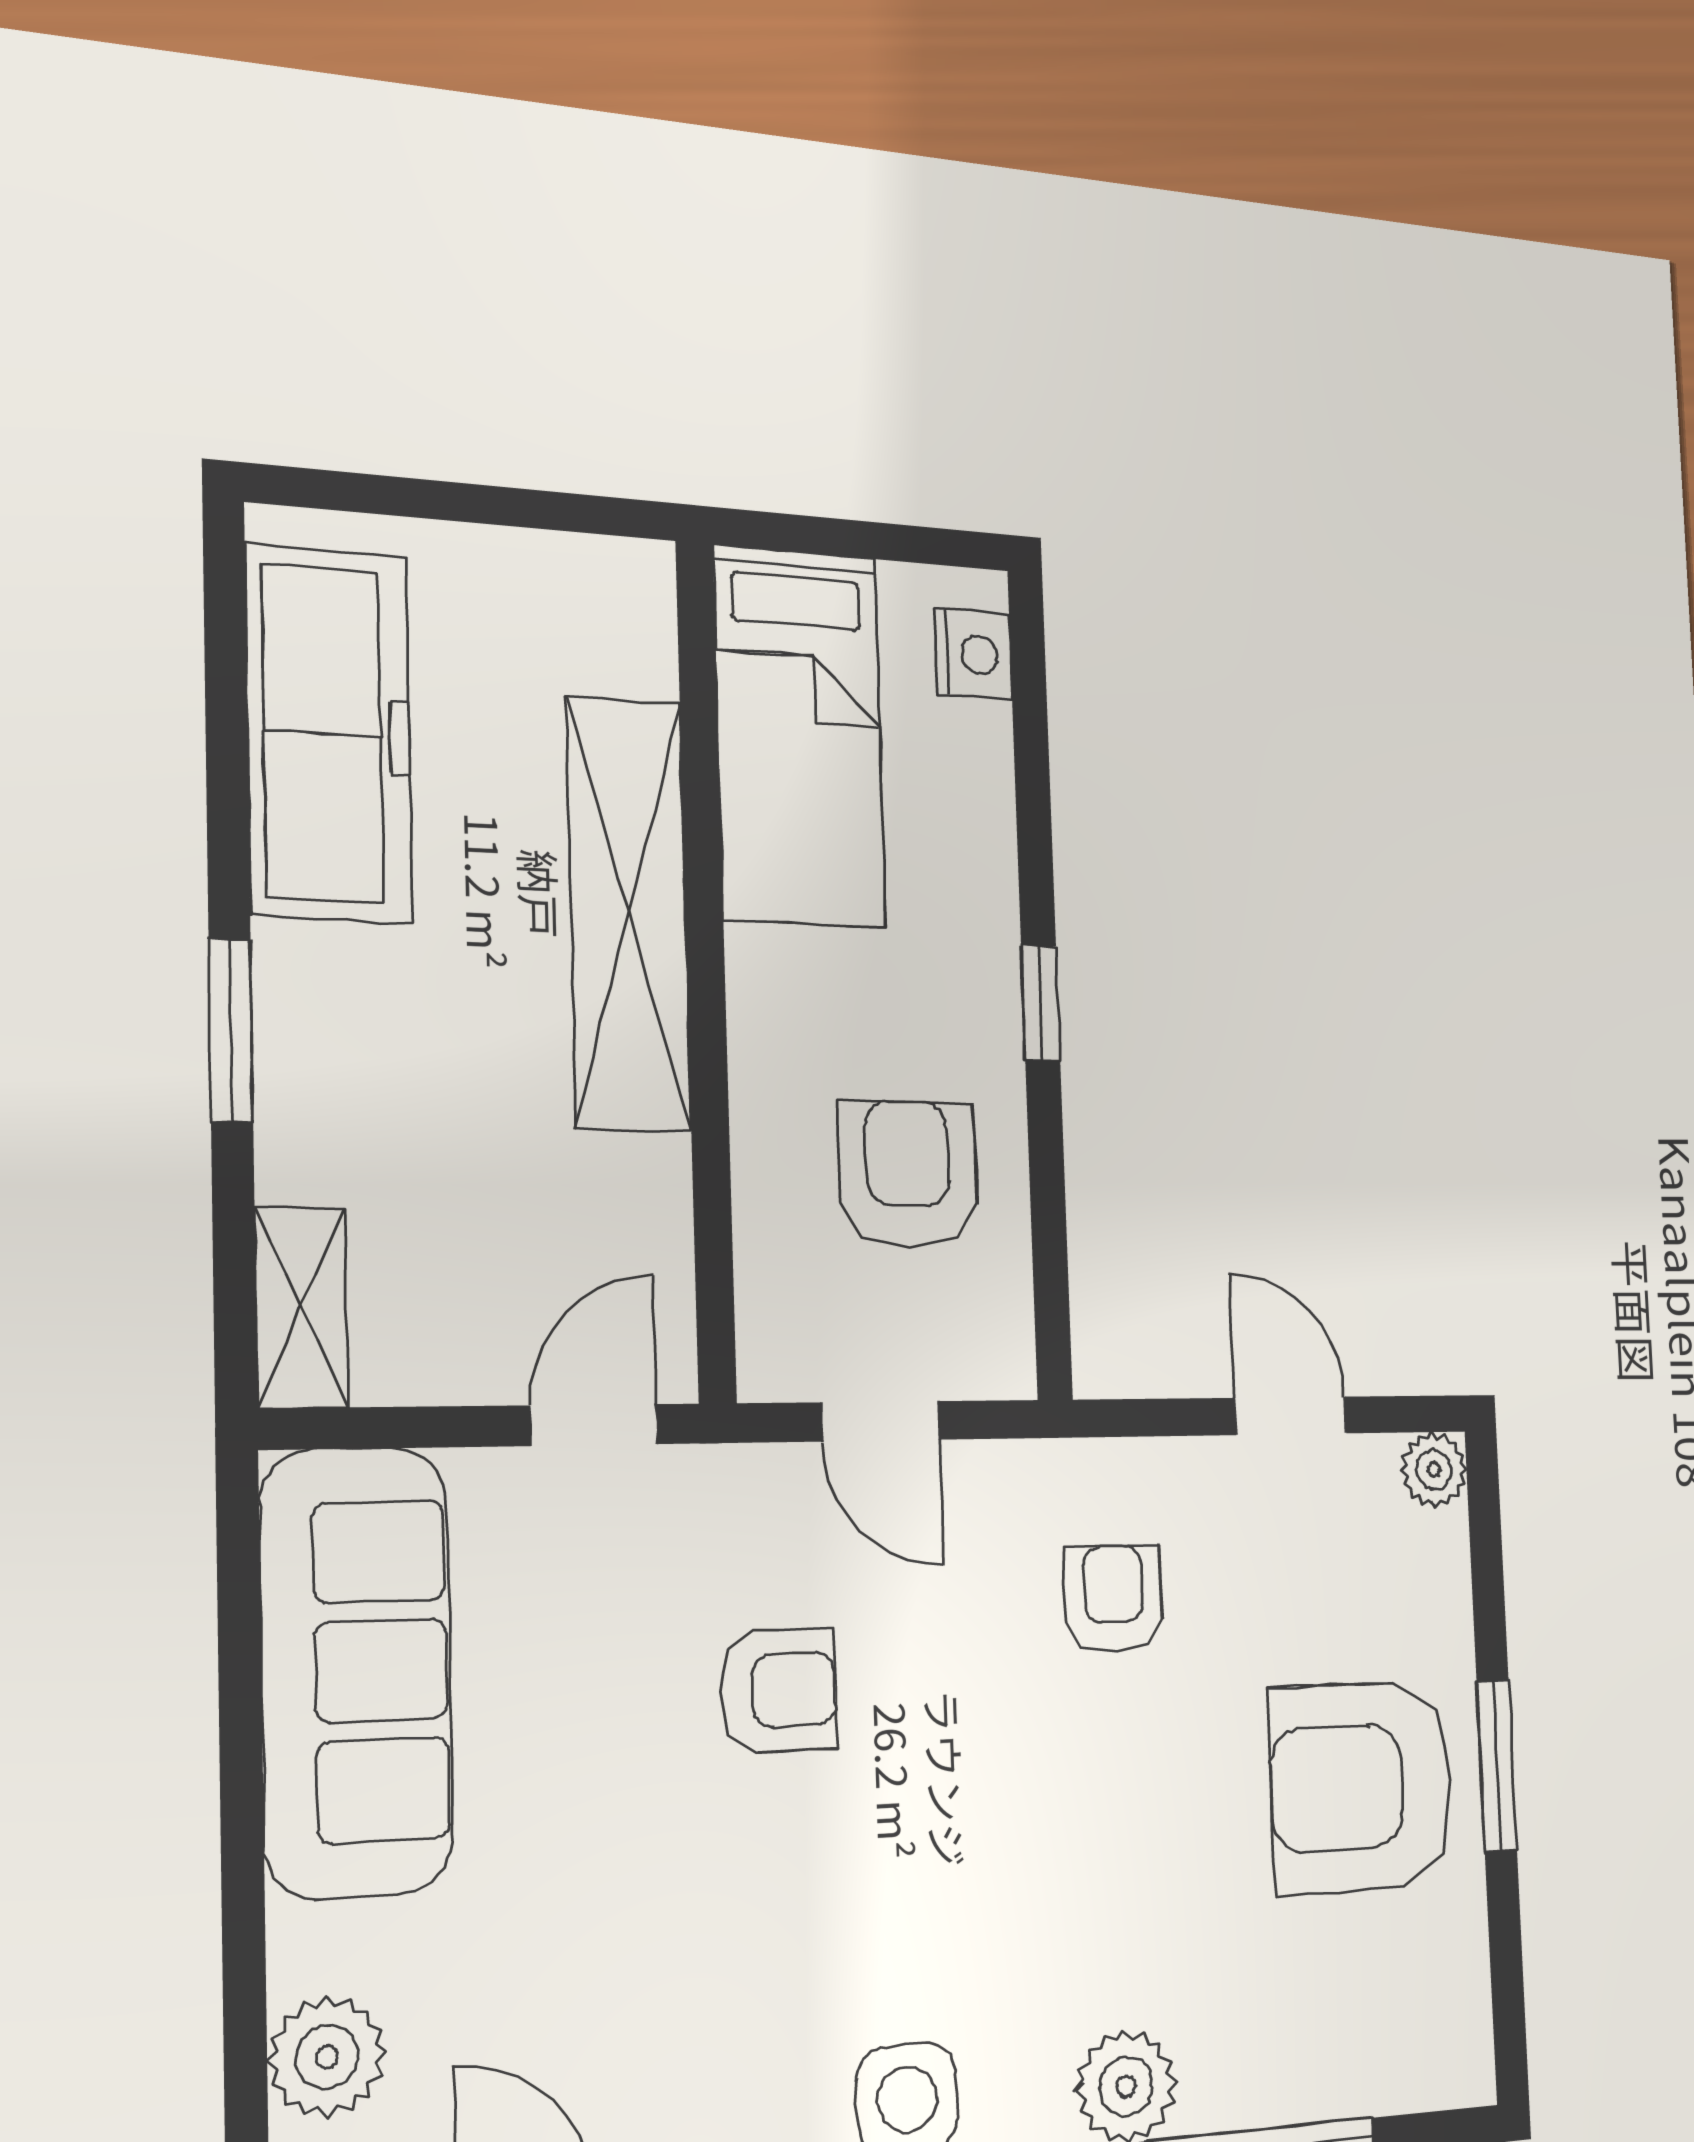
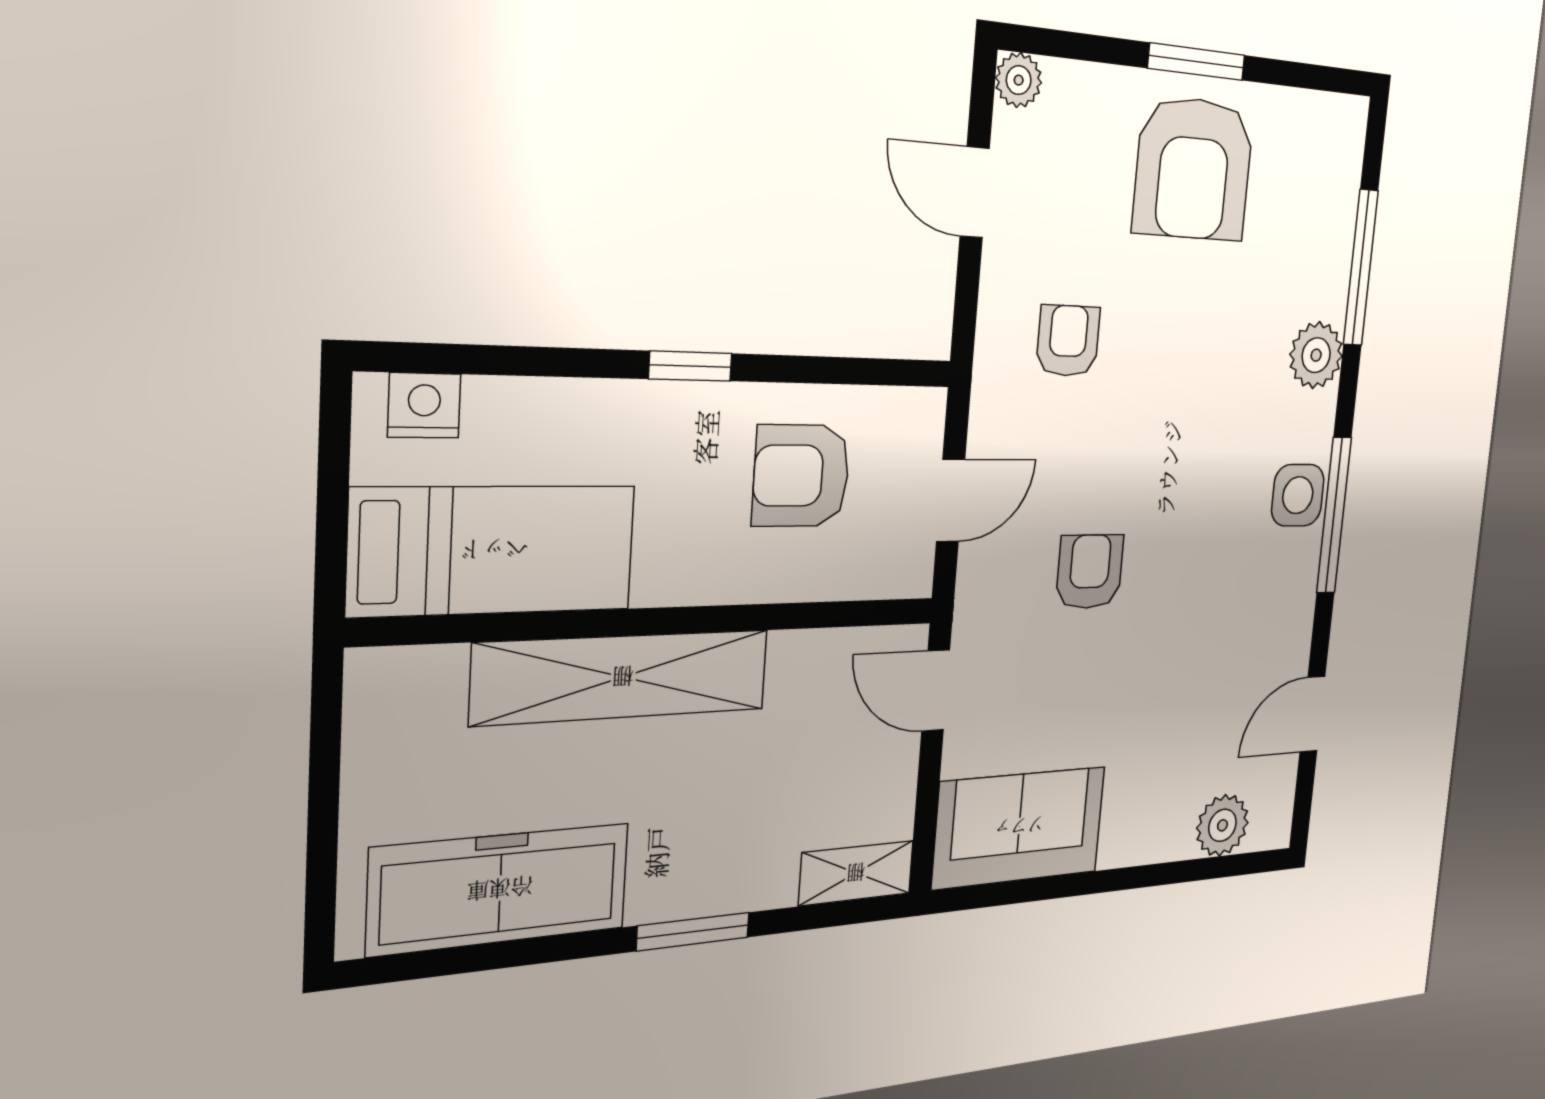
door: (1291, 1416) -> (975, 192), hinge flipped
armchair: (1114, 1599) -> (1068, 341), turned 90
sofa: (357, 1671) -> (1019, 827), width x0.73

